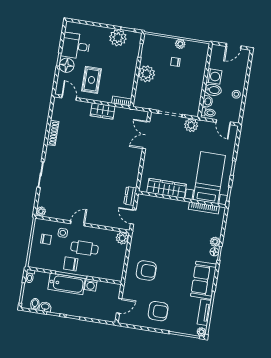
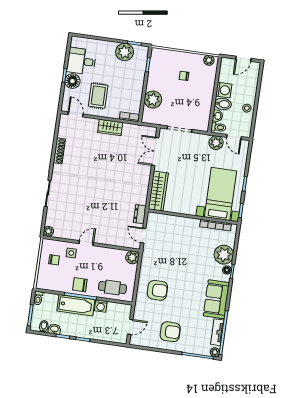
plant: (180, 44) -> (209, 60), moved
plant: (146, 74) -> (153, 100), moved
plant: (191, 125) -> (216, 143), moved
wardrobe: (167, 188) -> (158, 191), moved, turned 90
plant: (215, 242) -> (224, 255), width x1.87, depth x1.87
cafe table: (84, 248) -> (112, 287), moved

